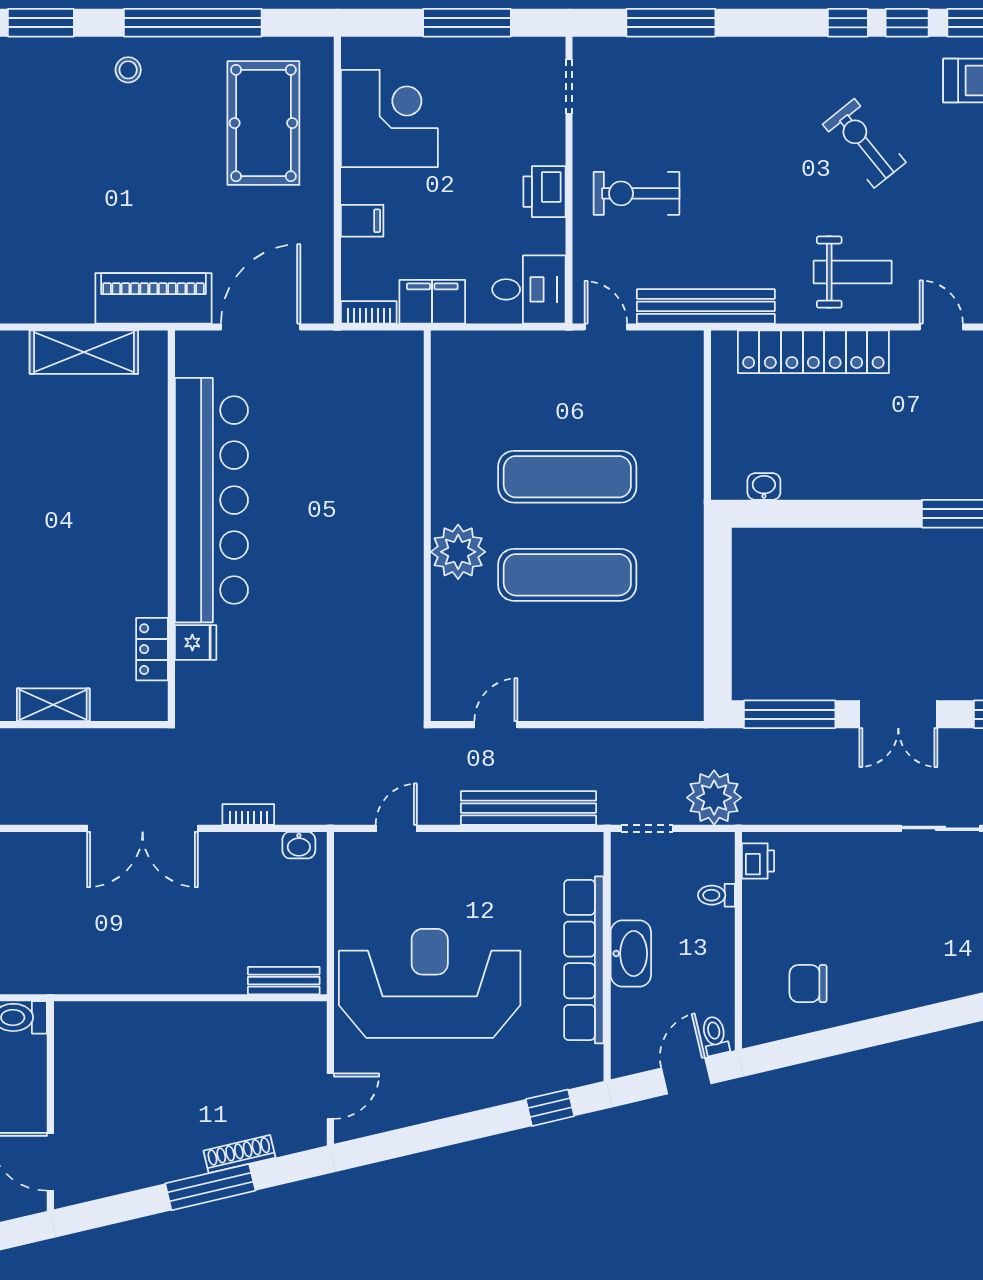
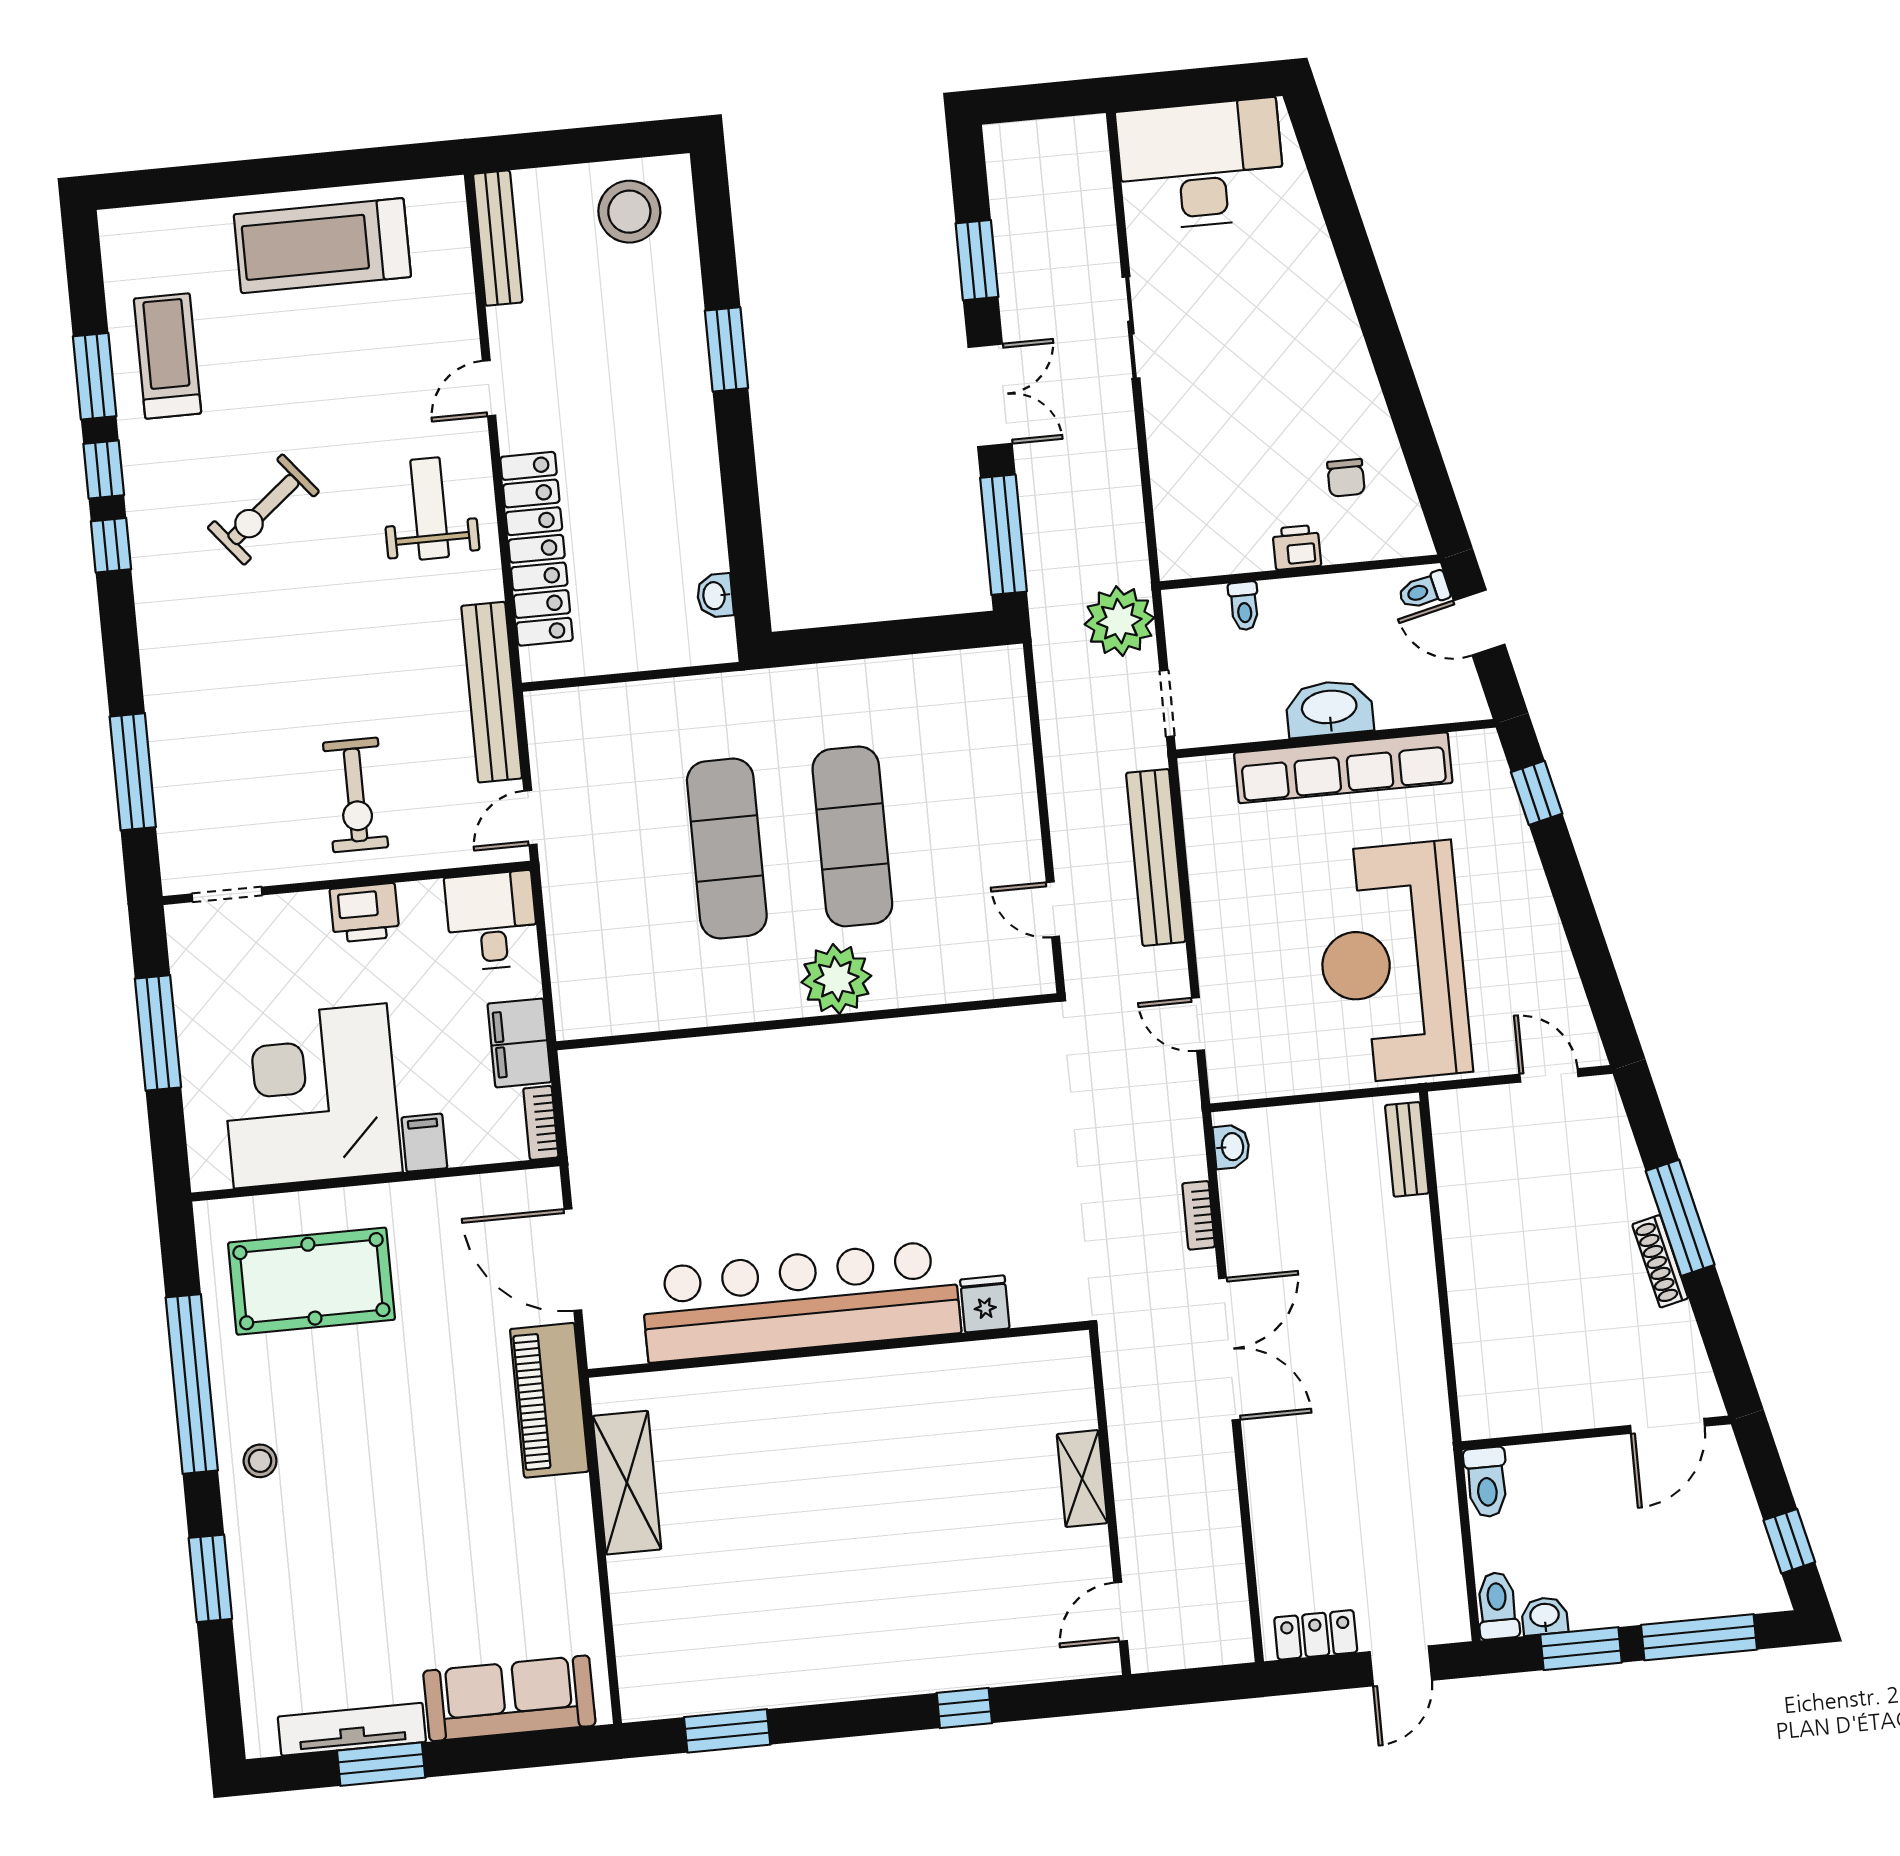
corner desk: (389, 118) -> (310, 1096), width x1.36, depth x1.36
locker: (152, 649) -> (999, 1359), removed
printer: (758, 861) -> (1297, 547), moved
chair: (808, 984) -> (1346, 478), width x0.73, depth x0.73
shoe rack: (239, 1154) -> (1660, 1261), moved

